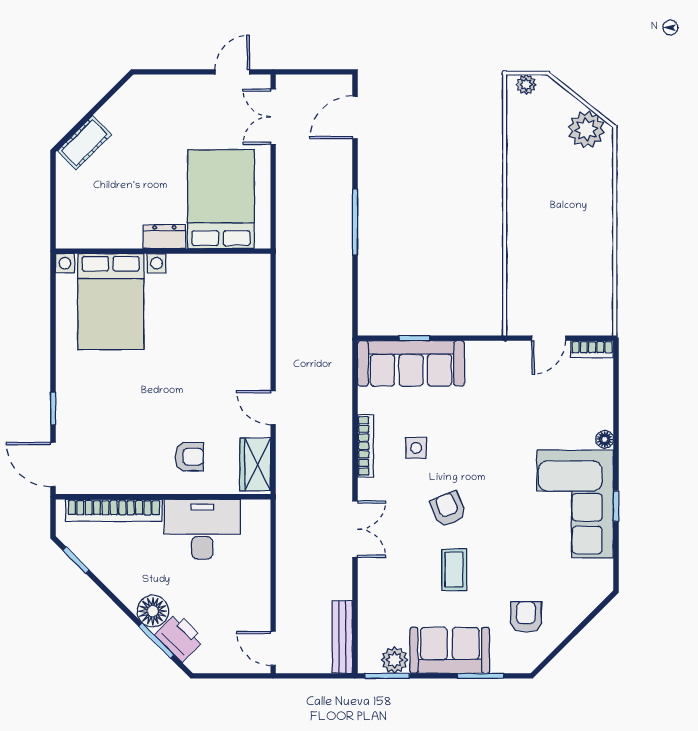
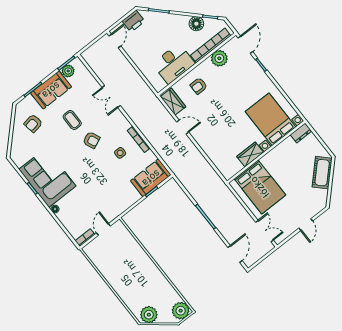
door: (232, 72) -> (306, 225), moved
plant: (526, 85) -> (181, 311), width x1.87, depth x1.87
cot: (84, 143) -> (322, 173), width x1.37, depth x1.34
dresser: (164, 237) -> (301, 133), moved
wardrobe: (194, 269) -> (250, 154), added
sofa: (411, 363) -> (151, 178), width x0.73
door: (53, 464) -> (245, 45), hinge flipped
plant: (116, 476) -> (219, 58), added
double door: (355, 529) -> (111, 97), moved
floor lamp: (153, 611) -> (196, 24), moved
armchair: (526, 617) -> (33, 123), turned 80
printer: (180, 637) -> (134, 21), moved, turned -45
bench: (342, 637) -> (93, 64), removed
door: (273, 648) -> (115, 41), hinge flipped

